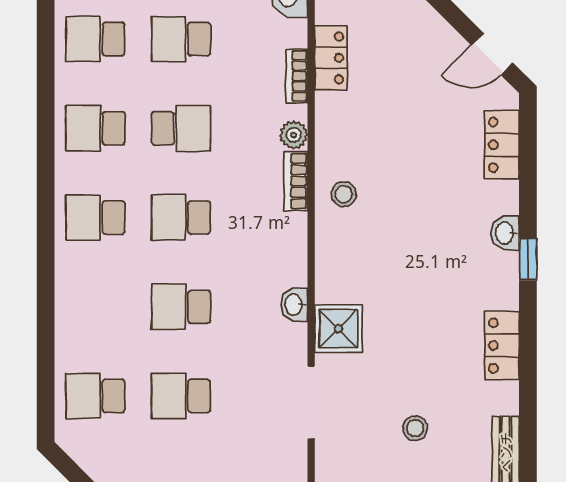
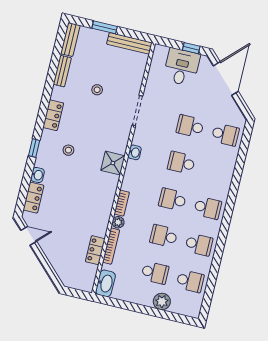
bookcase: (297, 76) -> (111, 246), width x1.56
stool: (344, 194) -> (68, 150), moved
school desk: (181, 218) -> (173, 199), turned 180
washbasin: (505, 233) -> (37, 175), moved
school desk: (181, 307) -> (181, 163), turned 180
shower: (338, 329) -> (113, 163), moved
school desk: (181, 396) -> (190, 126), turned 180

